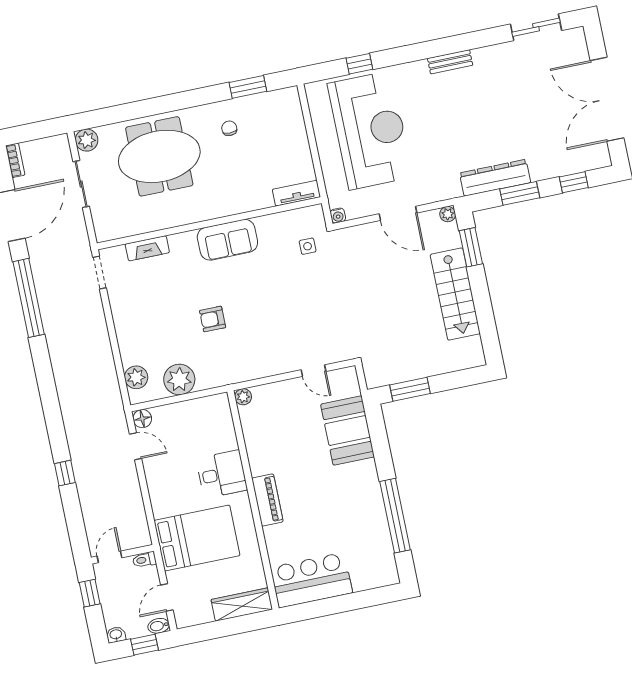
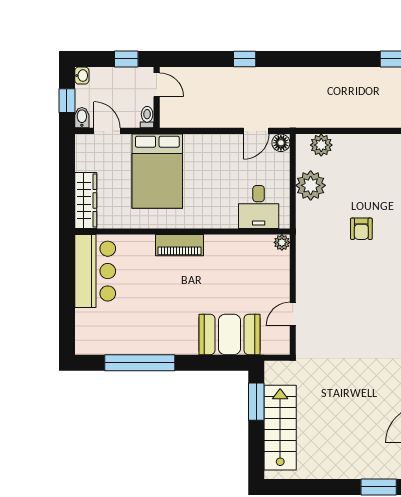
stairs: (455, 294) -> (280, 428), moved, turned 90
armchair: (213, 319) -> (361, 229), turned 180
desk: (222, 474) -> (259, 207), moved

